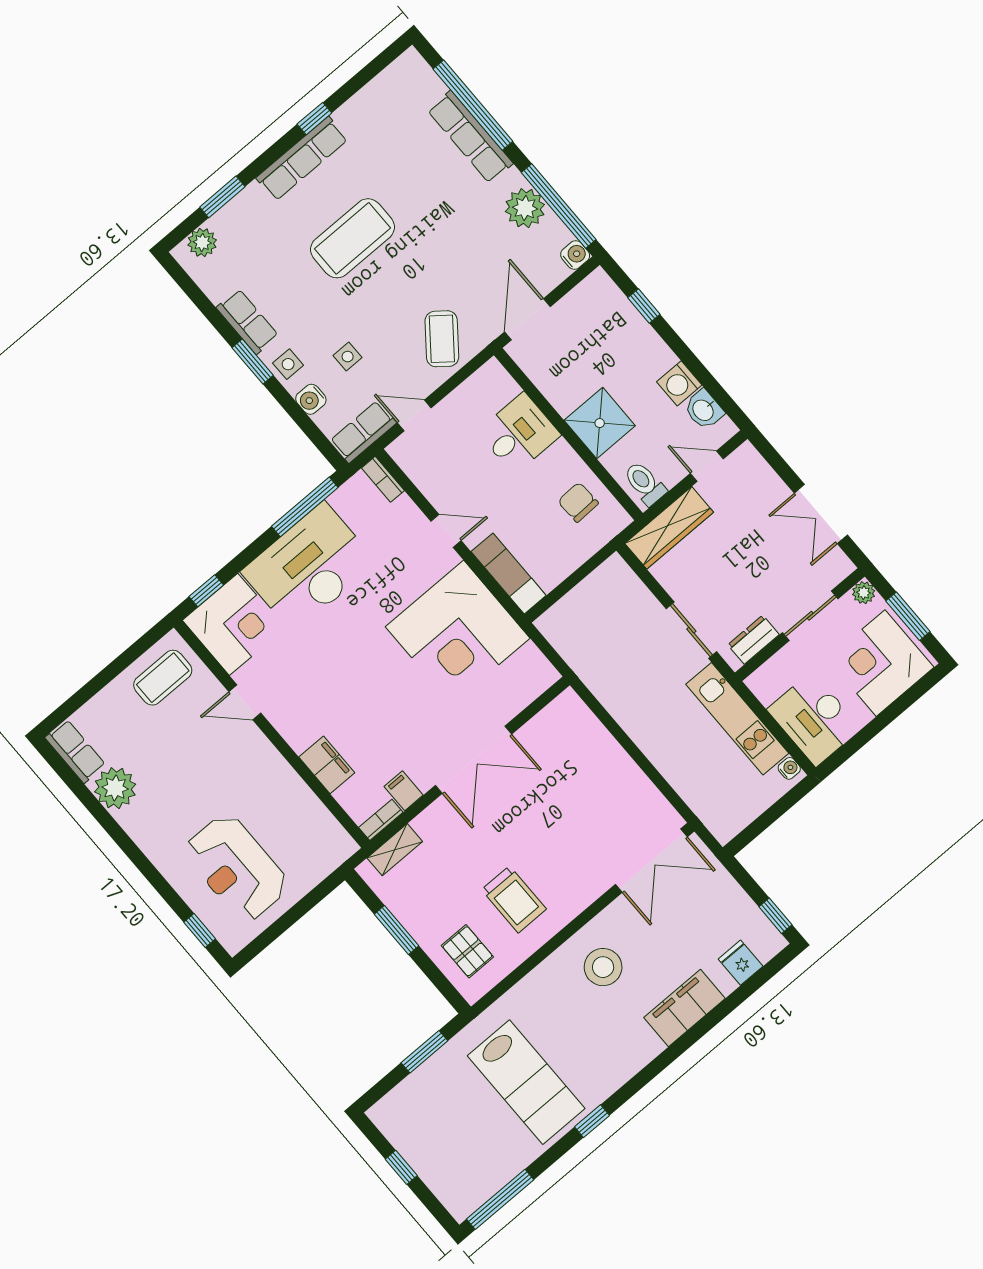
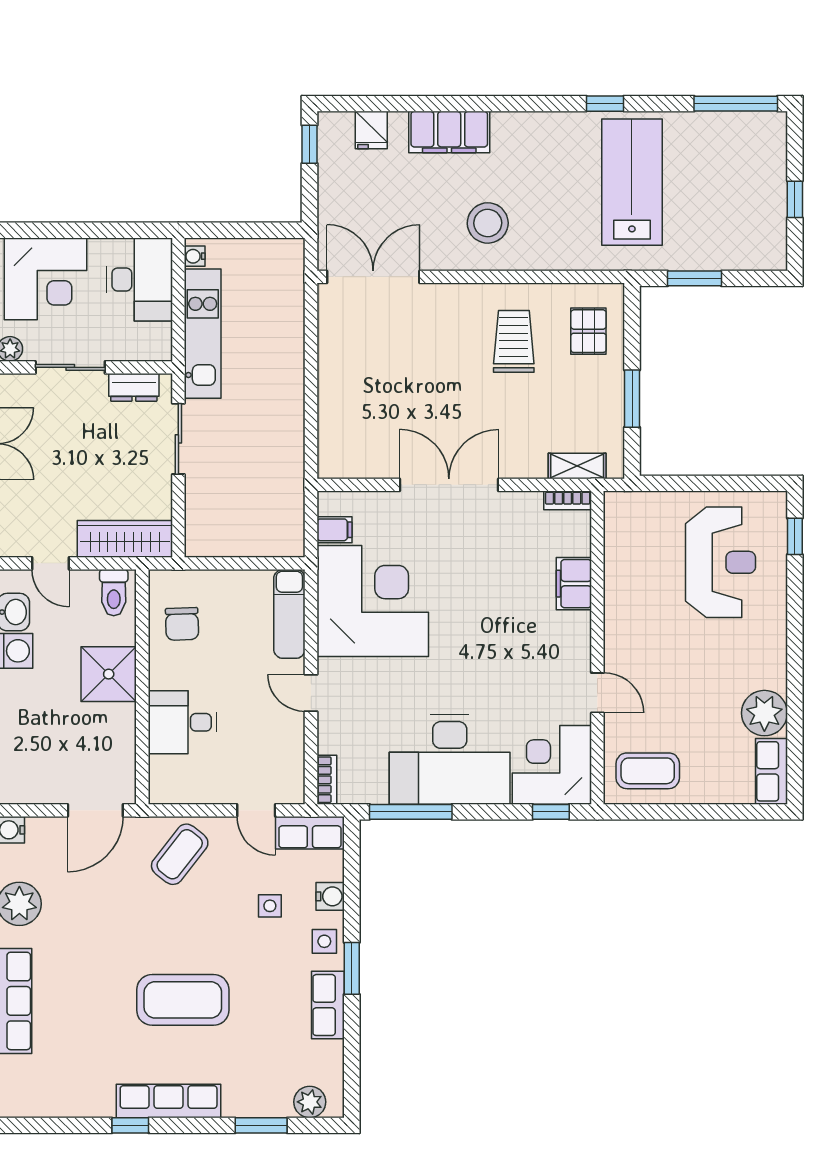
filing cabinet: (404, 791) -> (335, 530), moved, turned -90

